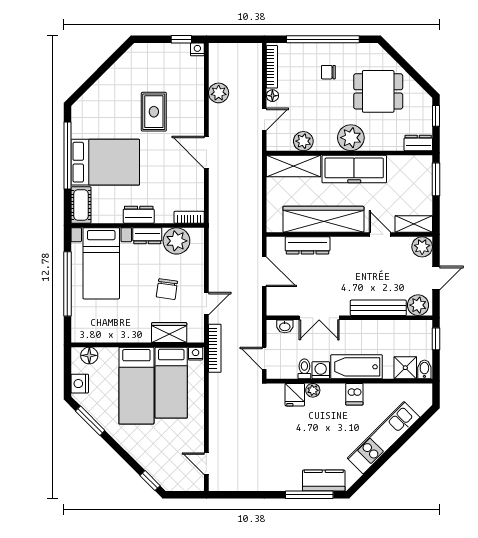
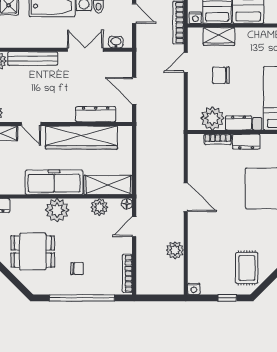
window: (181, 39) -> (227, 298), moved
floor lamp: (272, 96) -> (127, 204), moved
rug: (154, 112) -> (247, 268), moved
bookcase: (189, 217) -> (218, 139), moved
chair: (167, 289) -> (221, 75), turned -98

